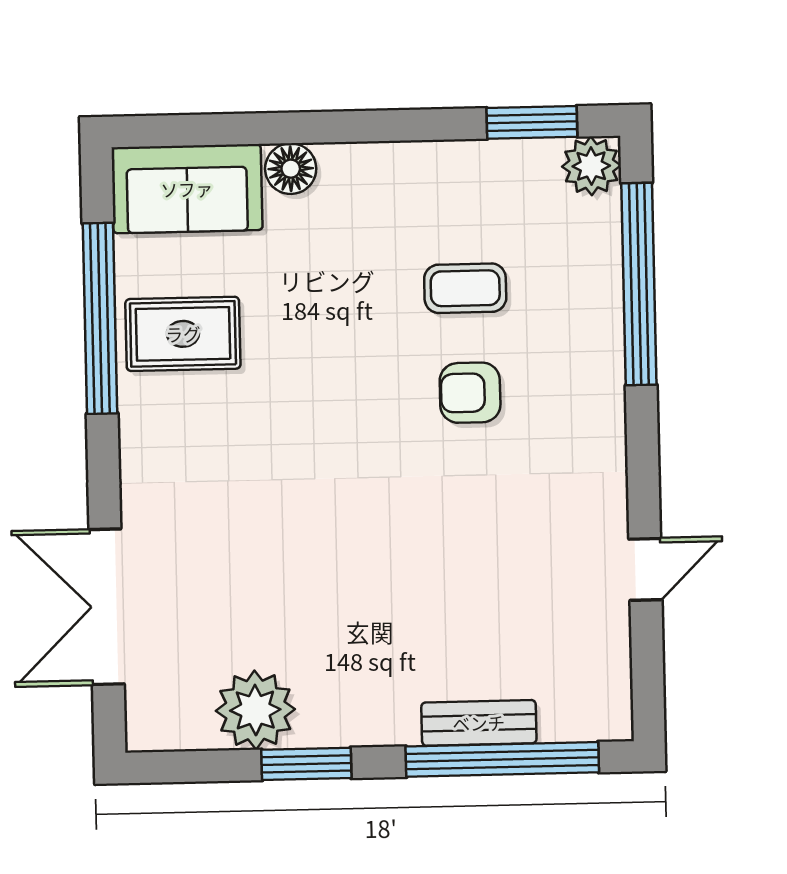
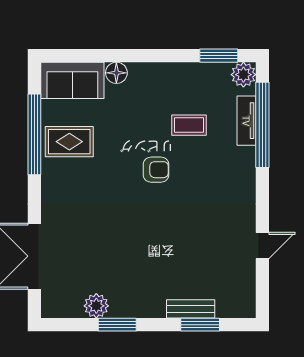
tv unit: (601, 275) -> (246, 121), added
armchair: (470, 393) -> (156, 170), moved, turned 180
plant: (255, 710) -> (96, 306), width x0.73, depth x0.73
window: (502, 759) -> (200, 325), width x0.47

